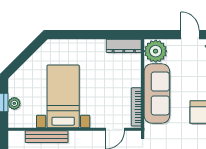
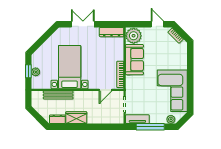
double door: (82, 35) -> (83, 24), added
sofa: (157, 93) -> (134, 60), width x0.73

